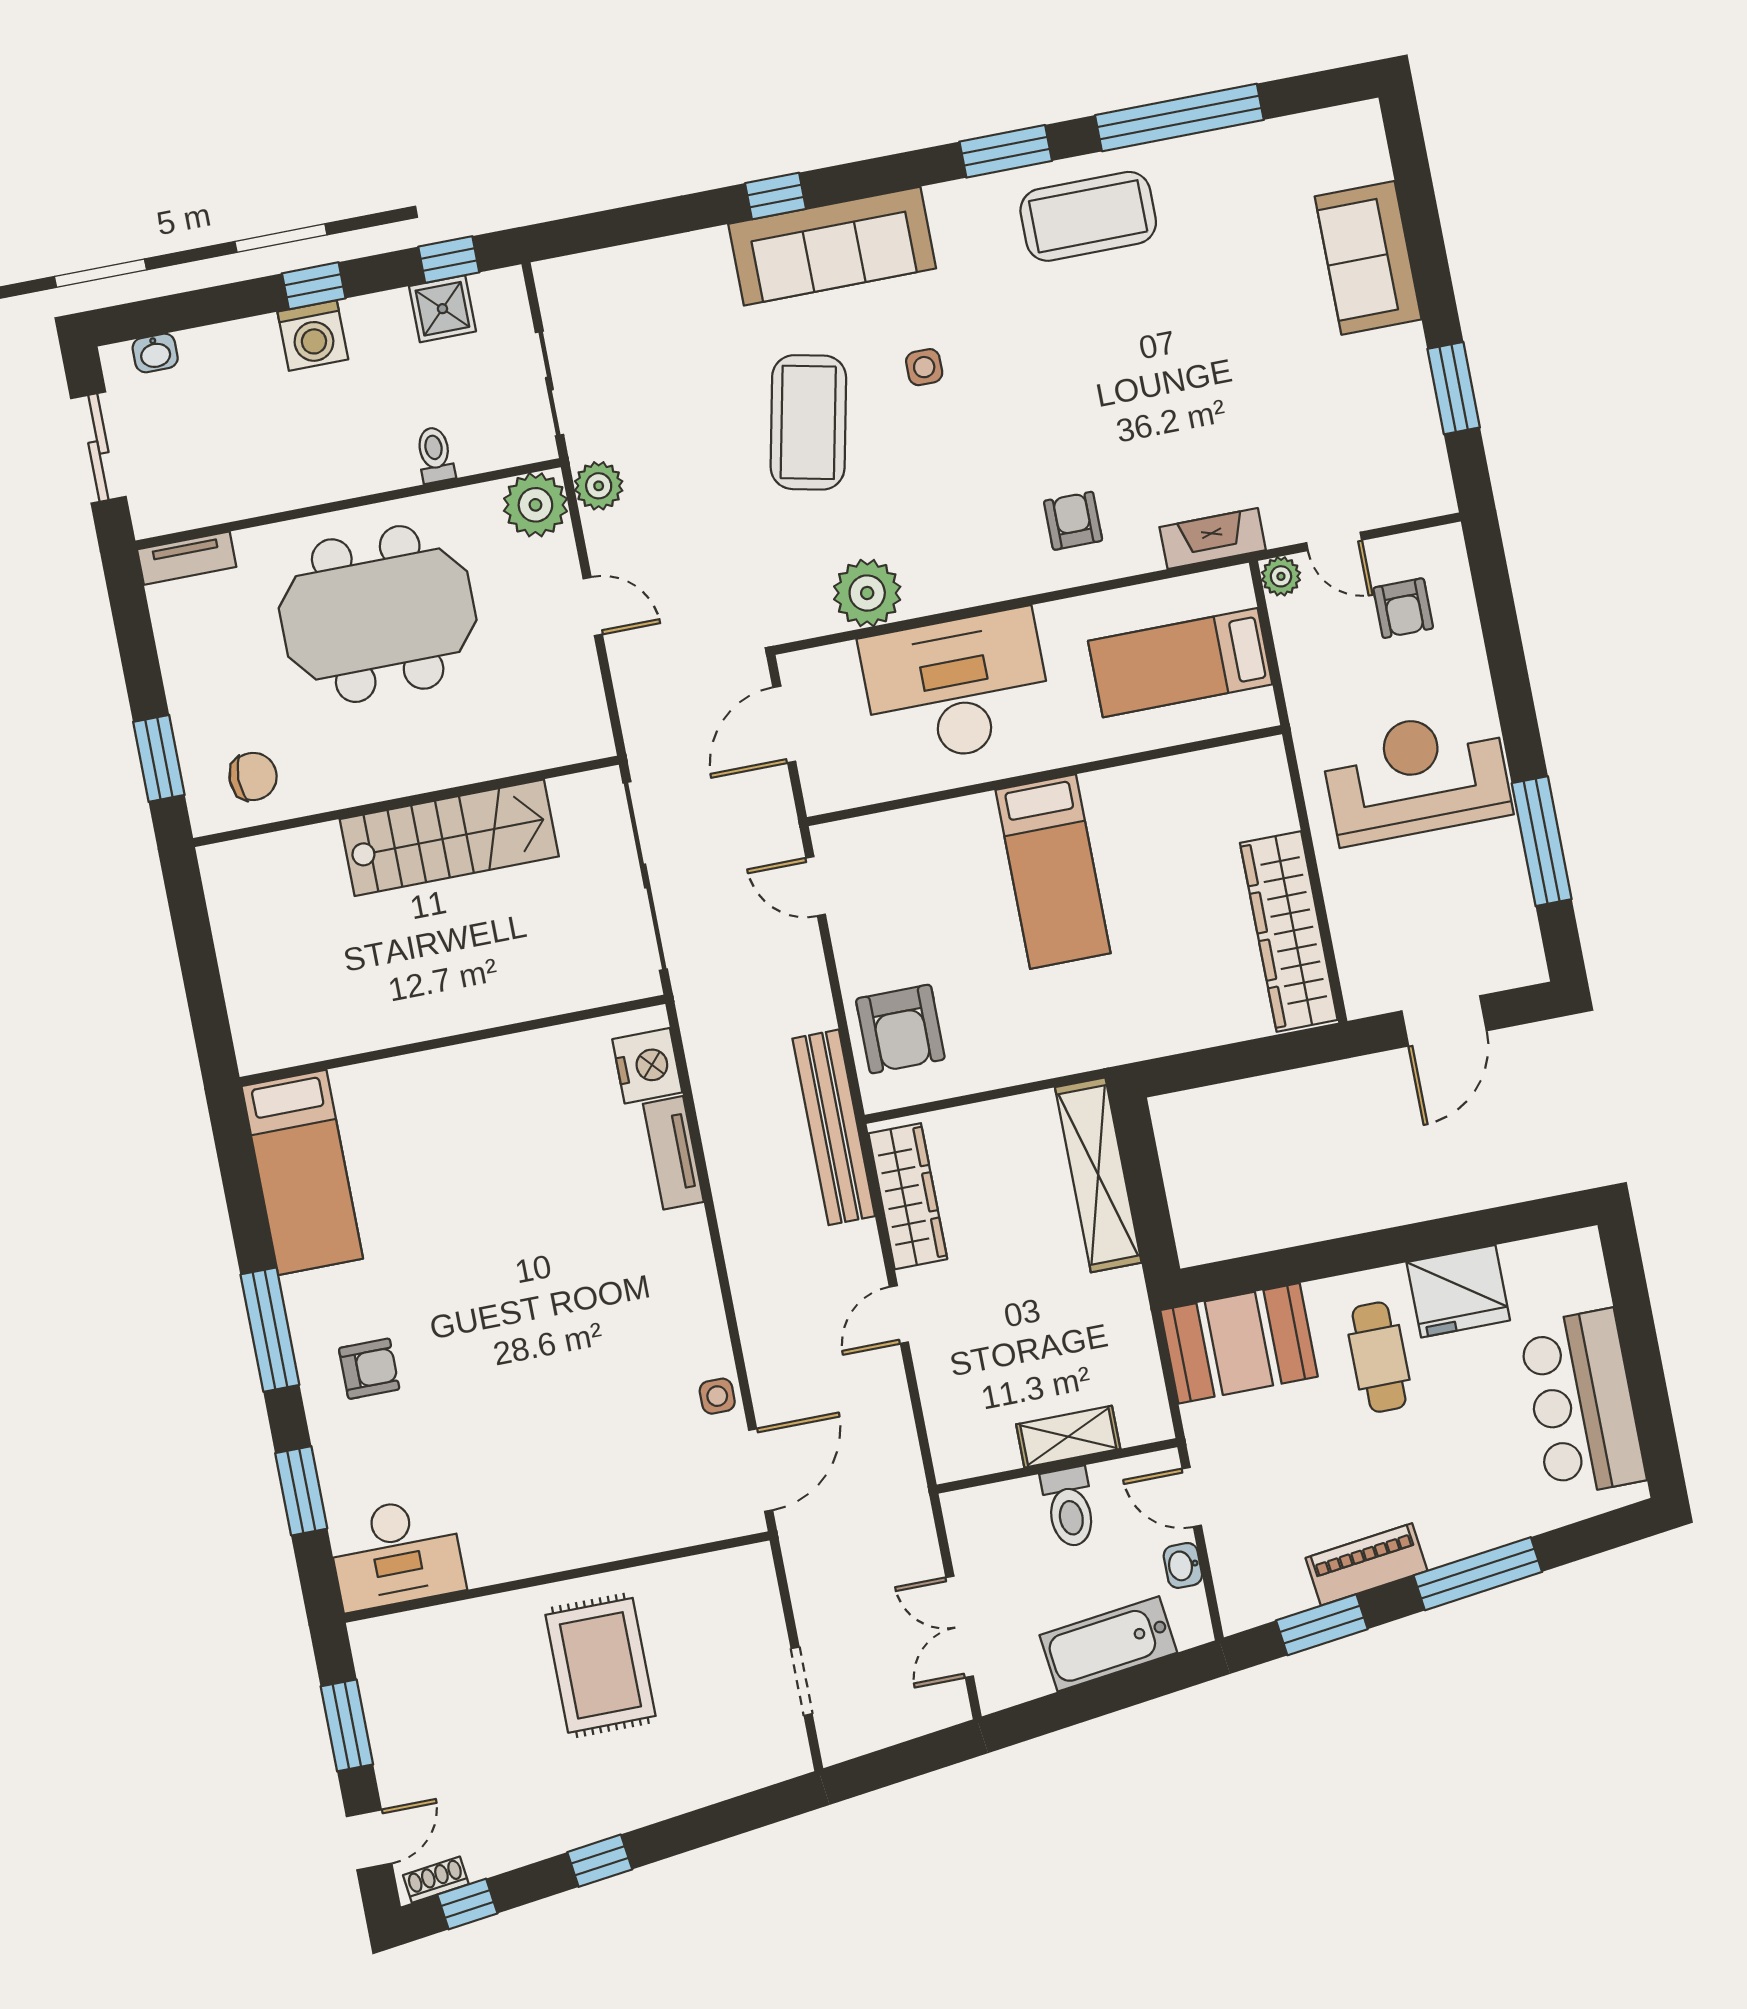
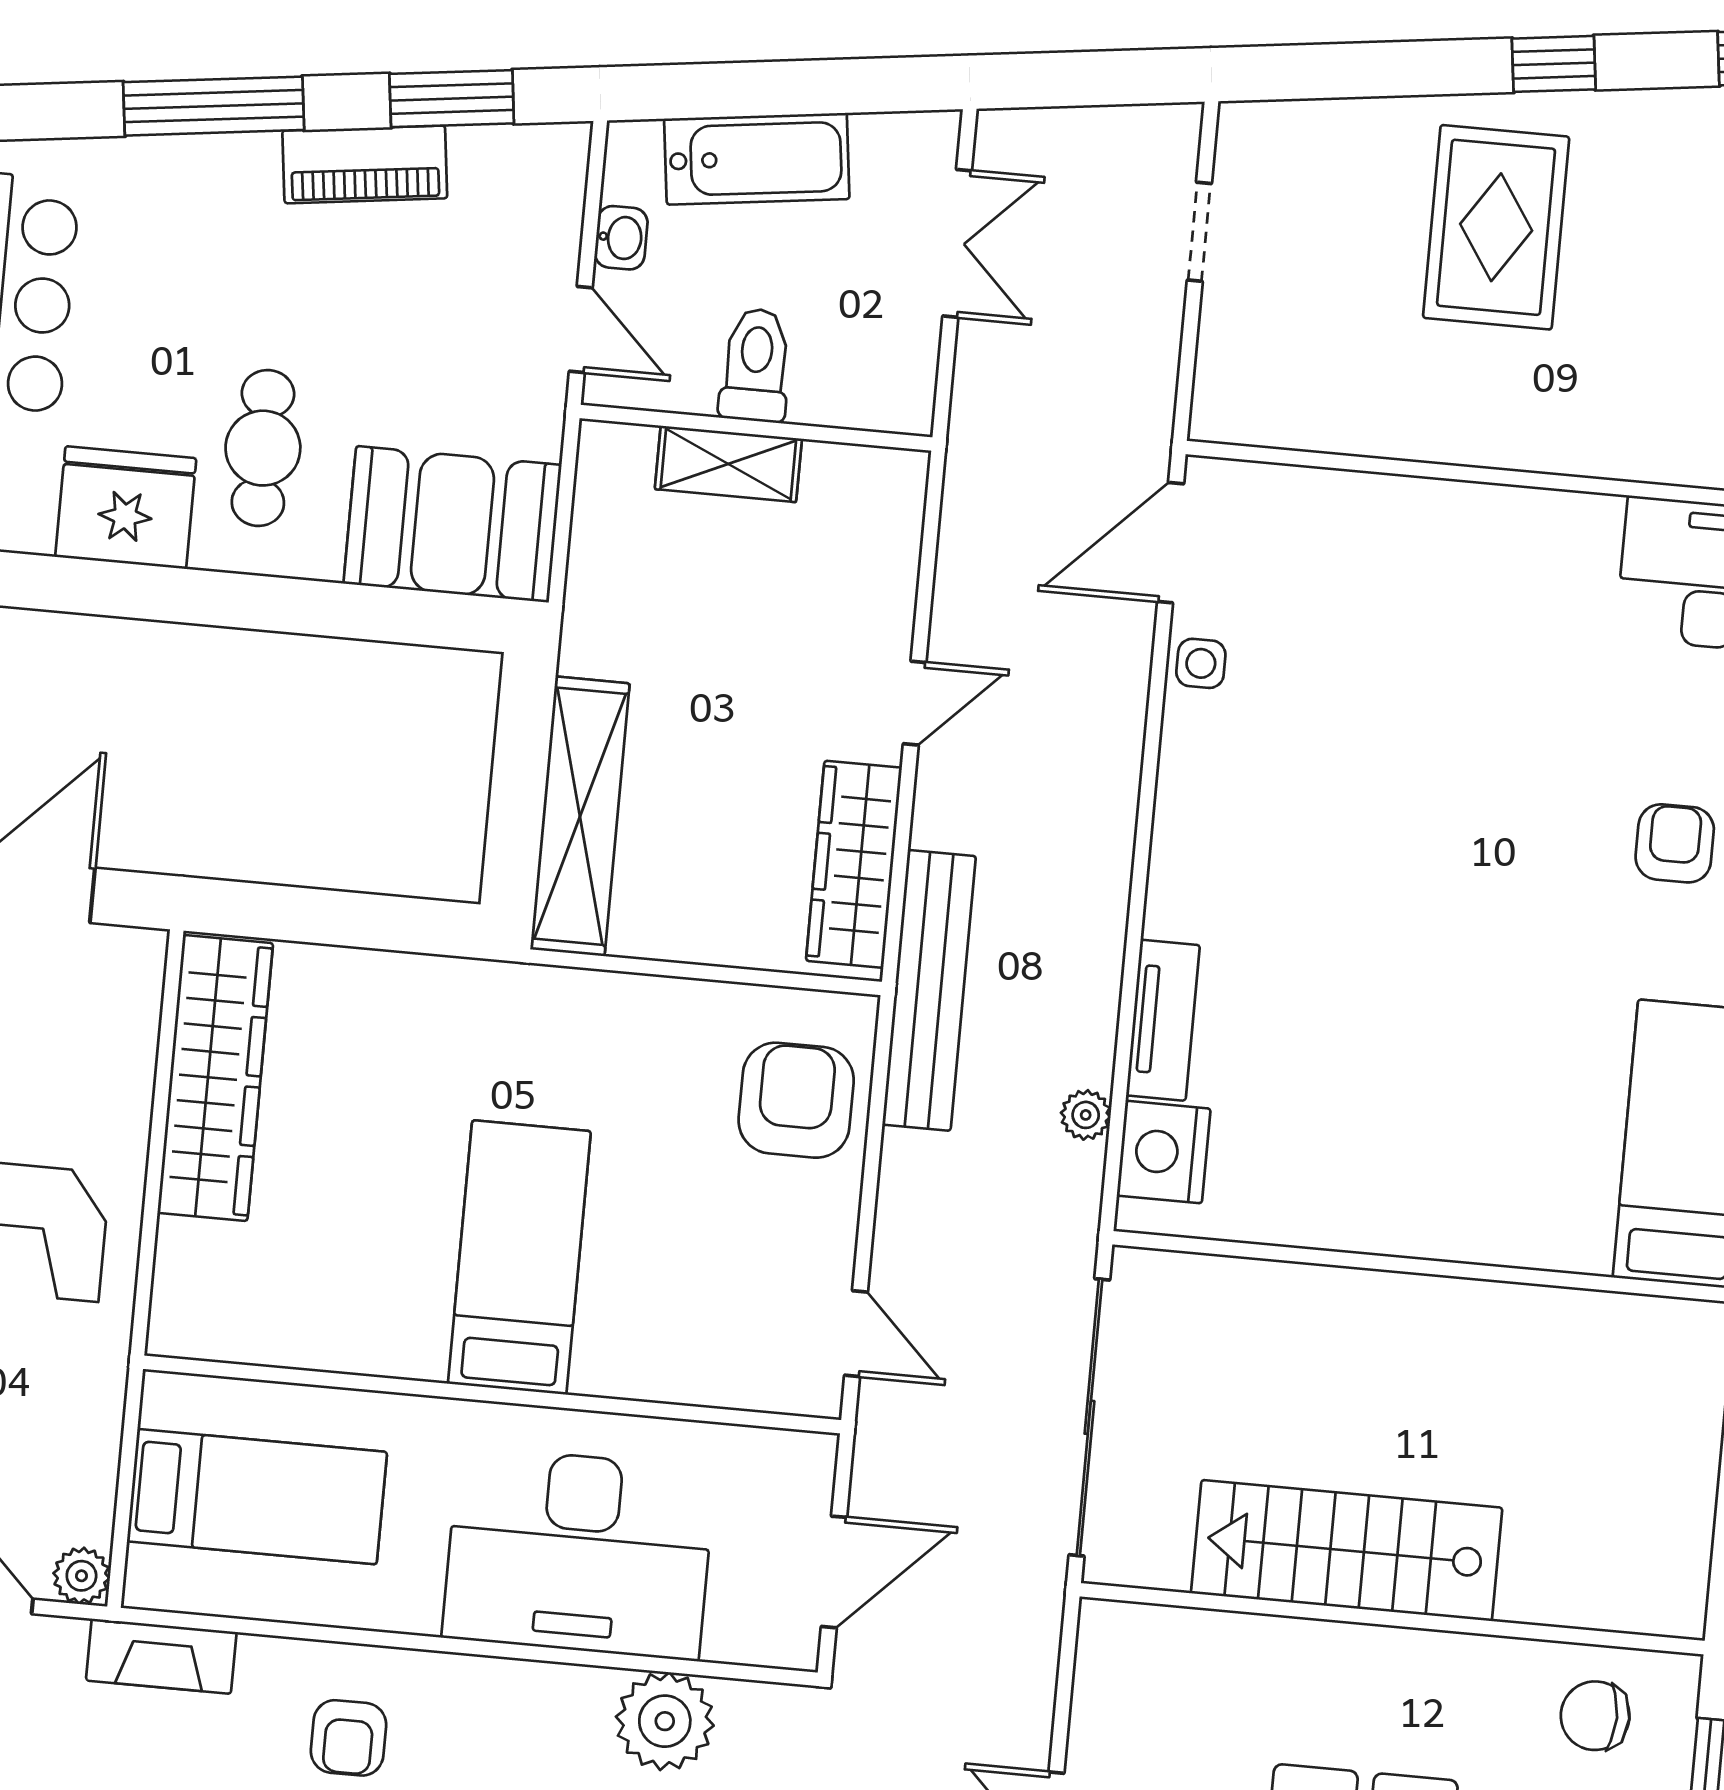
plant: (706, 1075) -> (1086, 1115), added
armchair: (369, 1369) -> (1675, 843), turned 90
rug: (600, 1665) -> (1496, 227), moved

